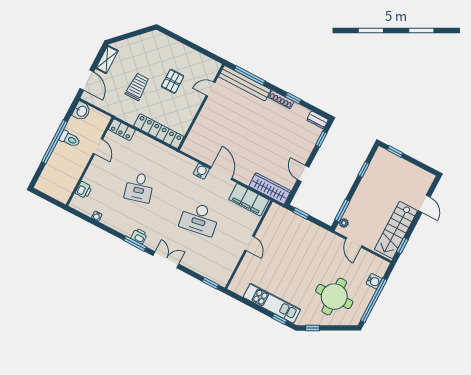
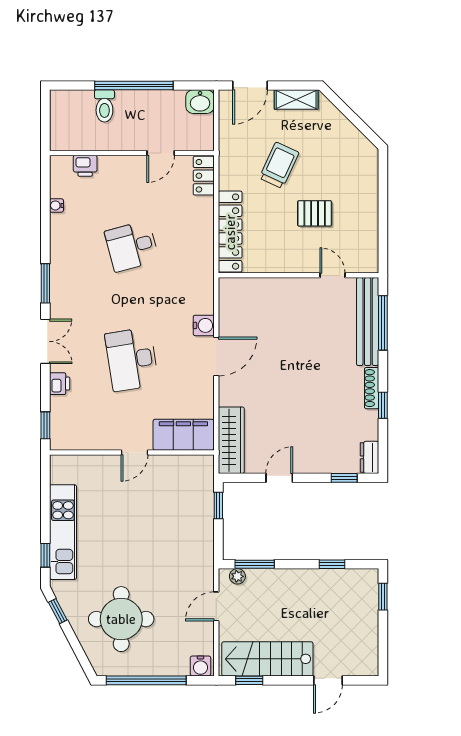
trolley: (137, 87) -> (279, 165), turned -65
toilet: (70, 139) -> (104, 106), moved
filing cabinet: (249, 200) -> (183, 435), moved, turned 90
printer: (139, 236) -> (60, 384), moved
water cooler: (374, 281) -> (200, 666), moved

